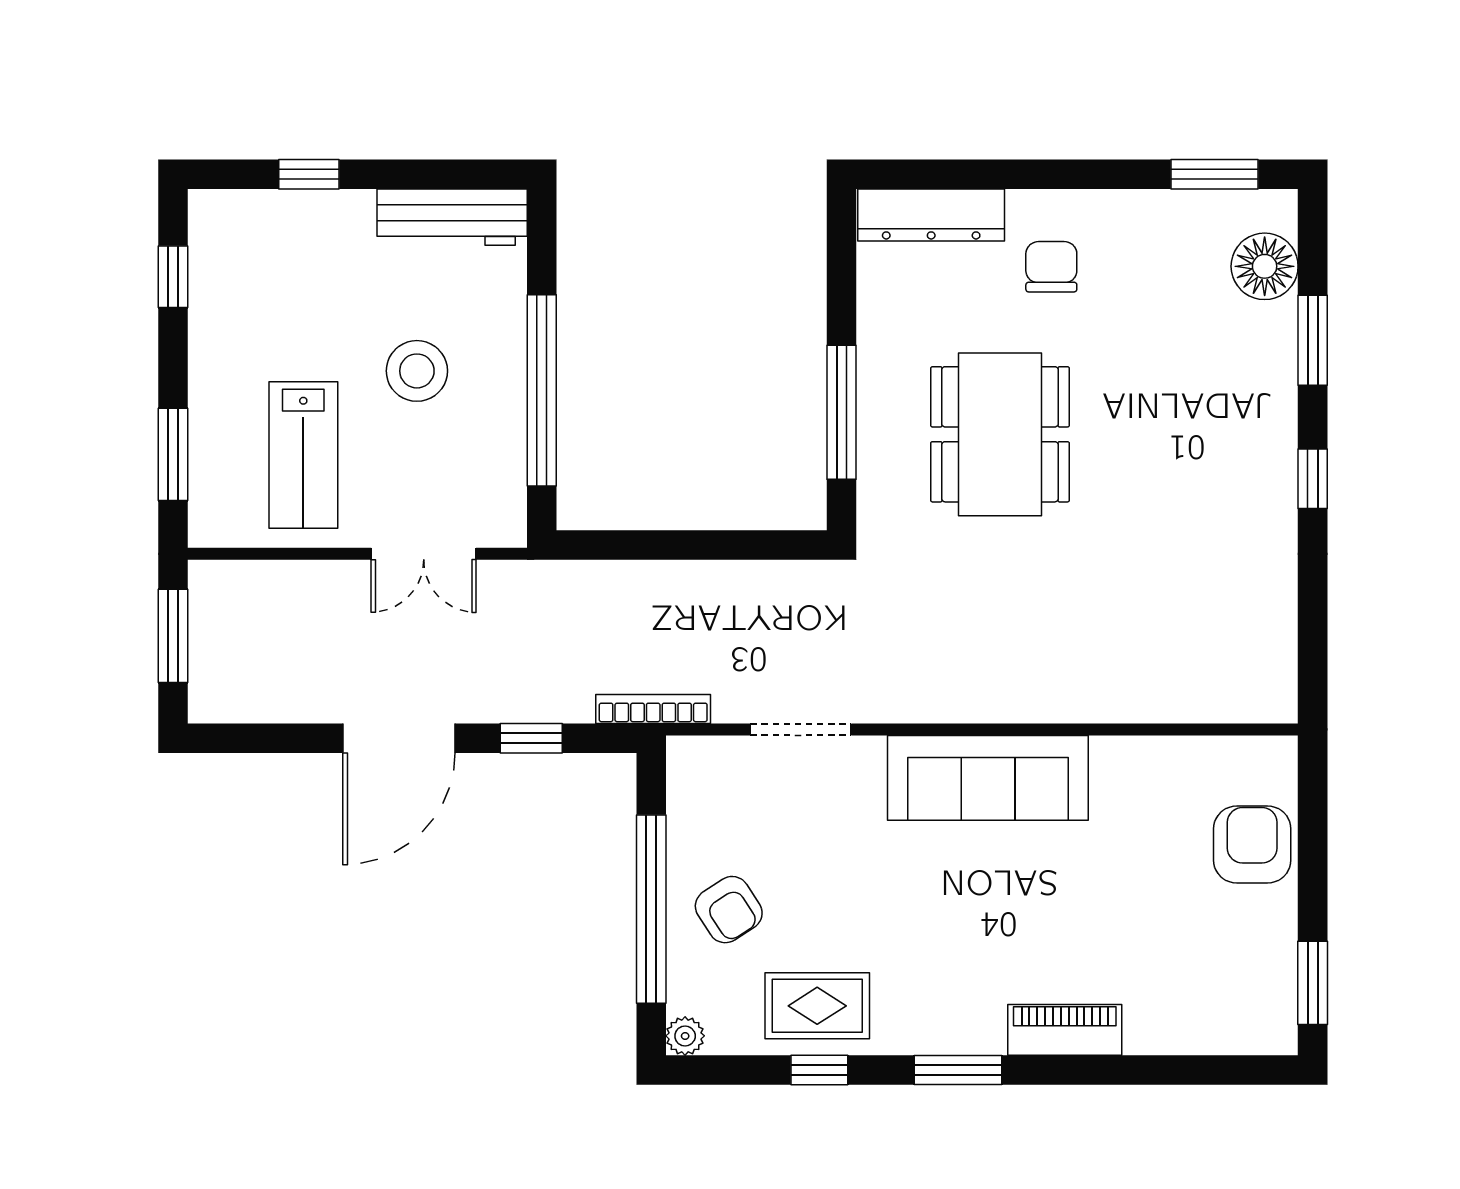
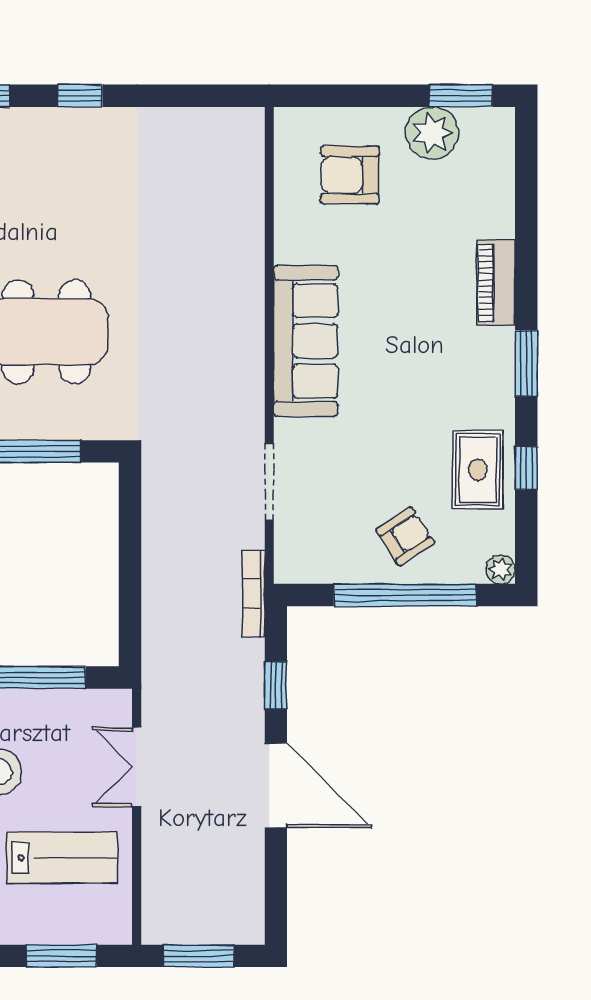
double door: (424, 554) -> (137, 767), swing flipped
armchair: (1252, 845) -> (350, 175), moved
plant: (1263, 945) -> (432, 133), added

